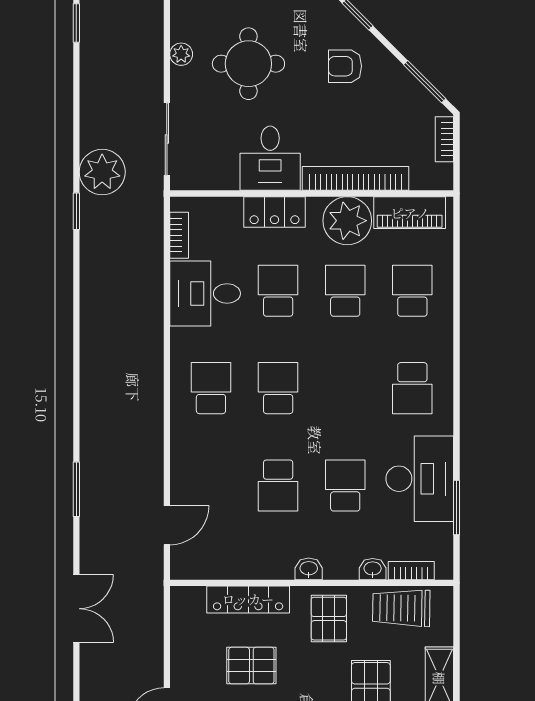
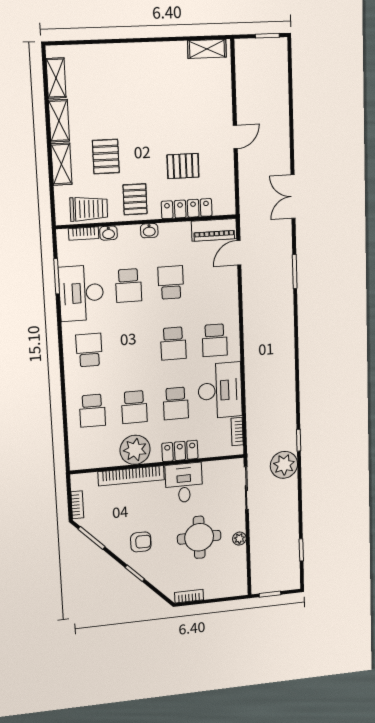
piano: (410, 213) -> (214, 230), moved, turned 180
desk: (205, 293) -> (220, 390), width x1.37

